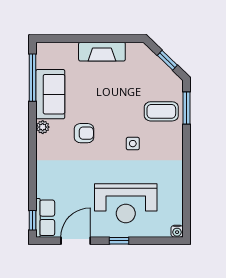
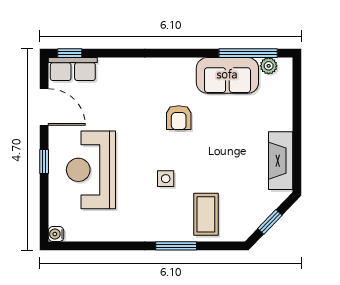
fireplace: (102, 52) -> (281, 161), moved
window: (187, 108) -> (176, 246), moved
plant: (43, 127) -> (269, 66), moved

